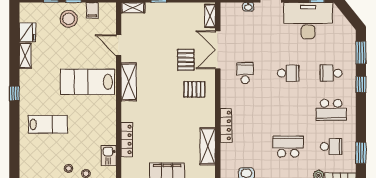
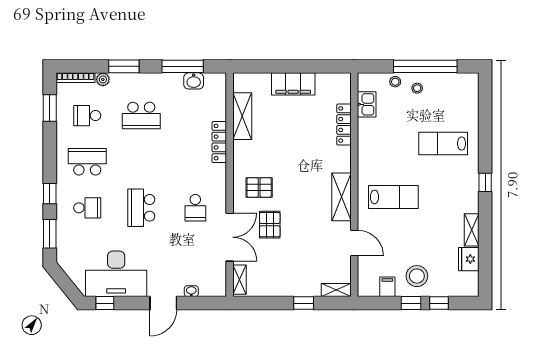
school desk: (288, 73) -> (141, 208), width x1.85
lab bench: (87, 82) -> (393, 197), width x0.73, depth x0.72

